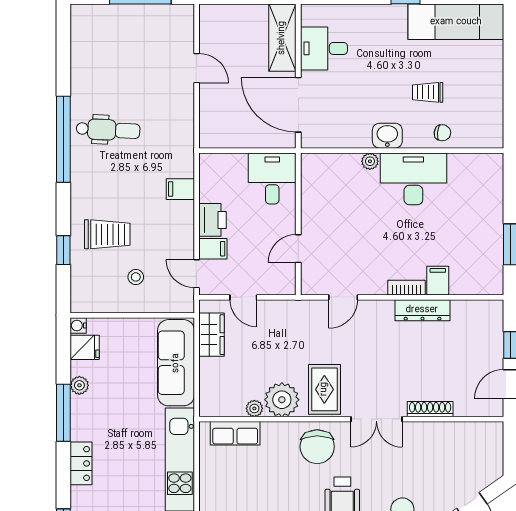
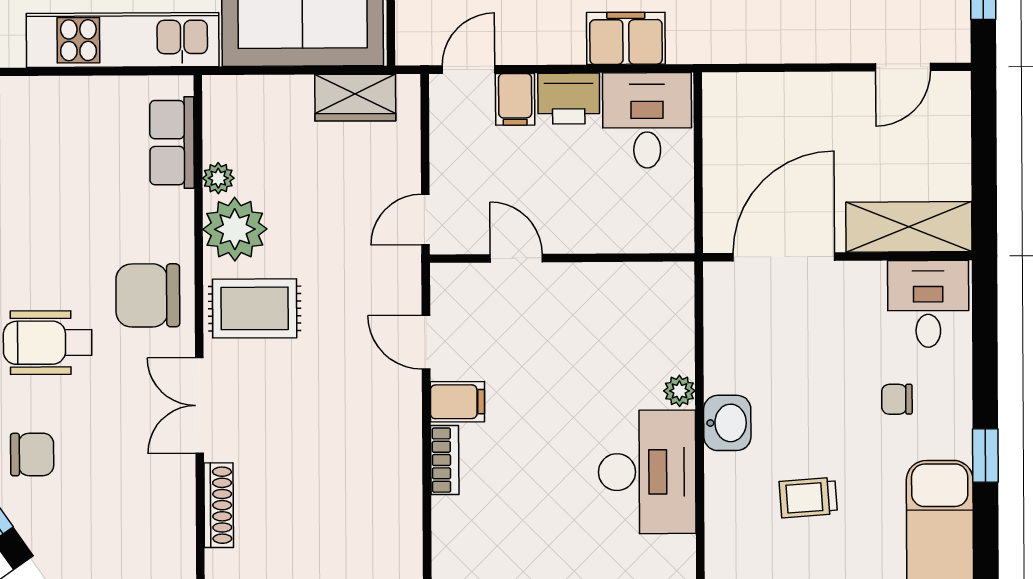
desk: (324, 48) -> (928, 304), moved
door: (197, 68) -> (903, 67), moved
trolley: (428, 92) -> (808, 498), turned -94
chair: (442, 133) -> (897, 399), moved, turned 83
desk: (272, 178) -> (647, 120), moved, turned -90
filing cabinet: (180, 189) -> (626, 38), width x2.00
filing cabinet: (438, 281) -> (457, 402), moved
door: (243, 297) -> (425, 220), moved
dresser: (422, 310) -> (403, 490), removed

